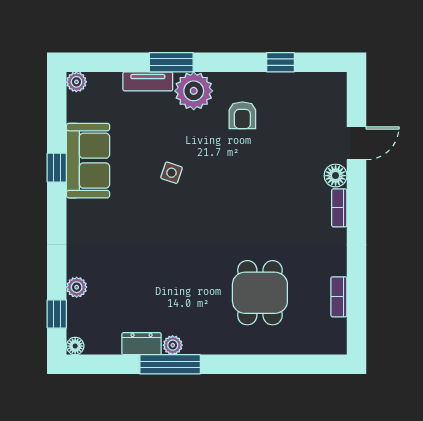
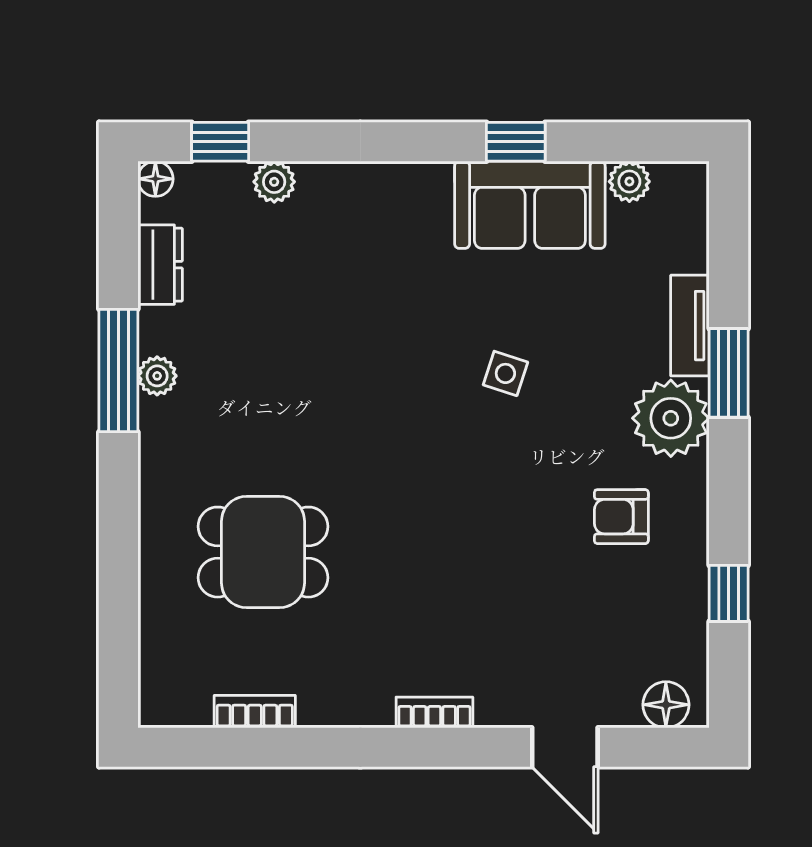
plant: (76, 82) -> (629, 181), moved
floor lamp: (336, 176) -> (666, 705), moved
dresser: (142, 344) -> (160, 265), moved

